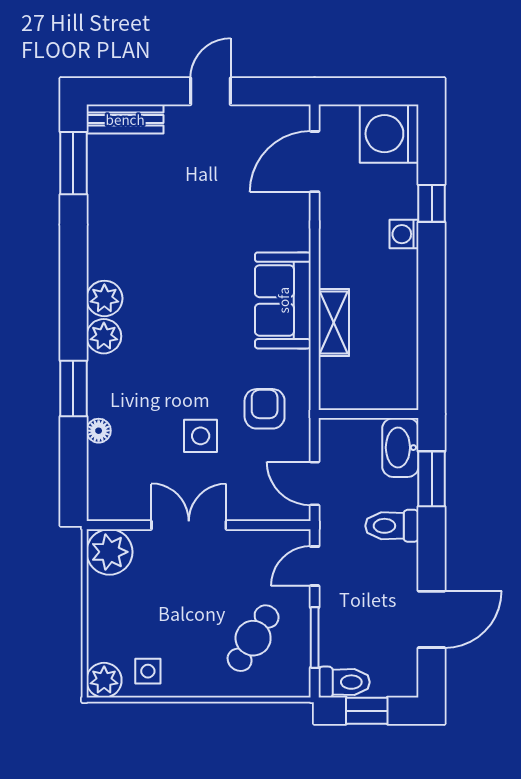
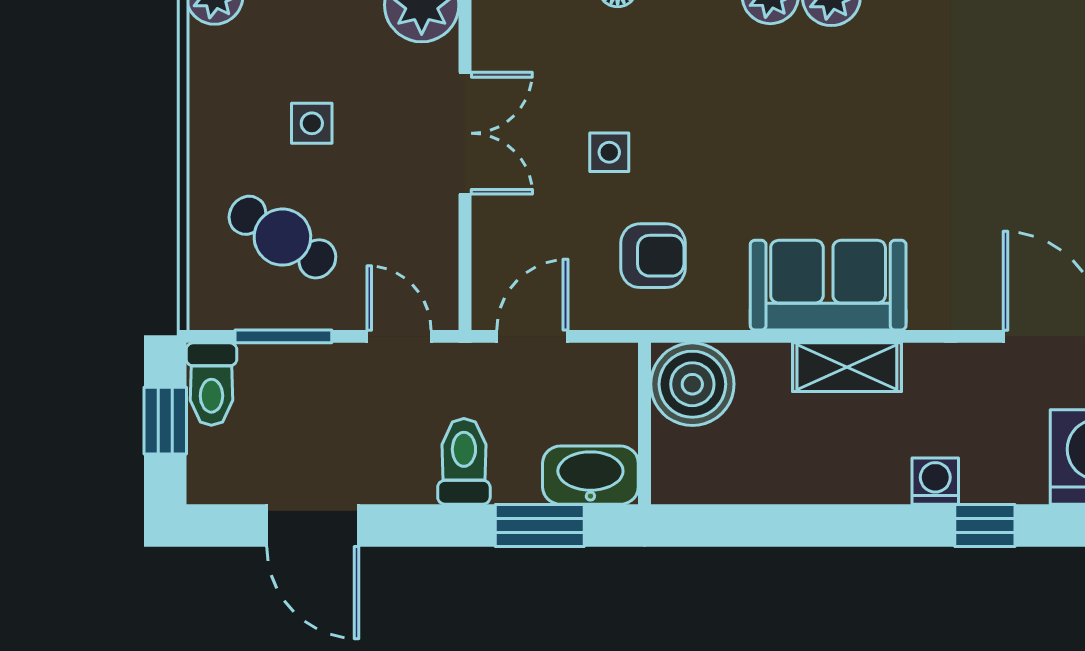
shelving: (334, 323) -> (847, 367), moved
boiler: (344, 384) -> (692, 384), added
side table: (201, 436) -> (609, 152), width x0.73, depth x0.73
side table: (148, 671) -> (312, 123), moved

